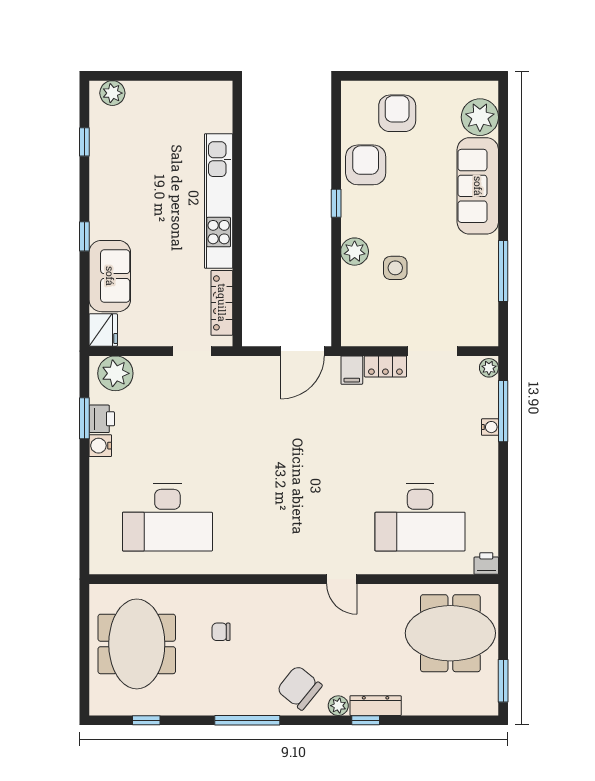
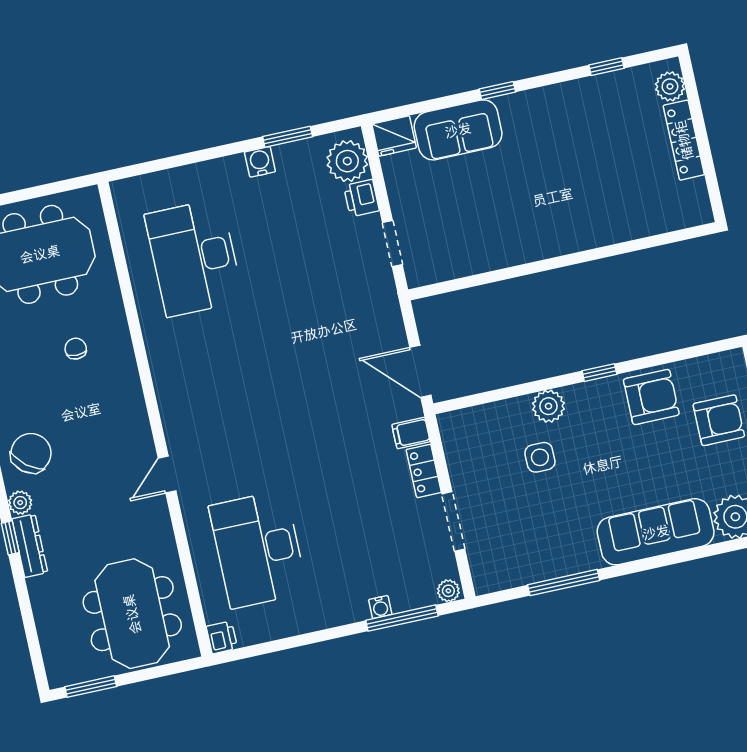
kitchen unit: (219, 201) -> (572, 236), removed
locker: (222, 303) -> (684, 140), moved, turned -90
printer: (102, 419) -> (361, 198), moved, turned 90

